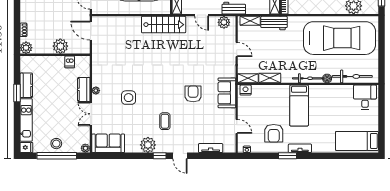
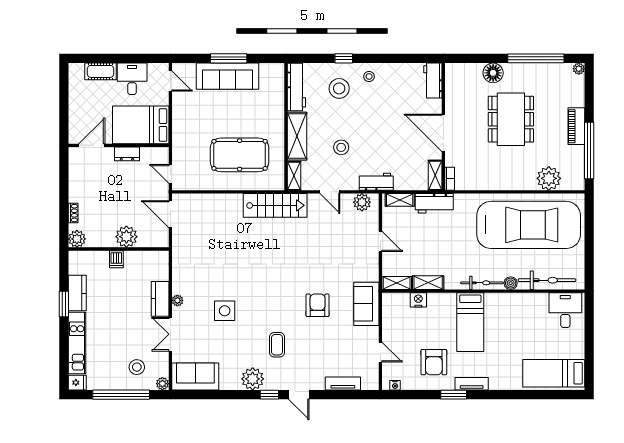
dishwasher: (70, 62) -> (116, 259), moved
nightstand: (246, 90) -> (418, 300), moved
stool: (56, 144) -> (137, 367), moved

